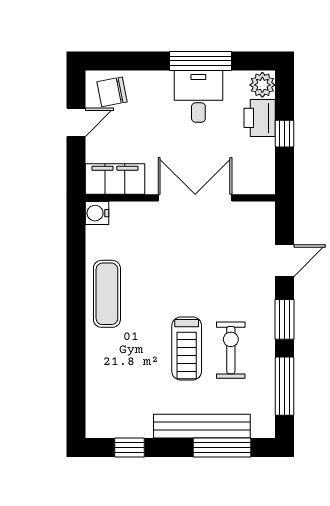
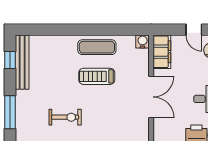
treadmill: (187, 348) -> (97, 76), moved
bench: (202, 426) -> (22, 62), moved

